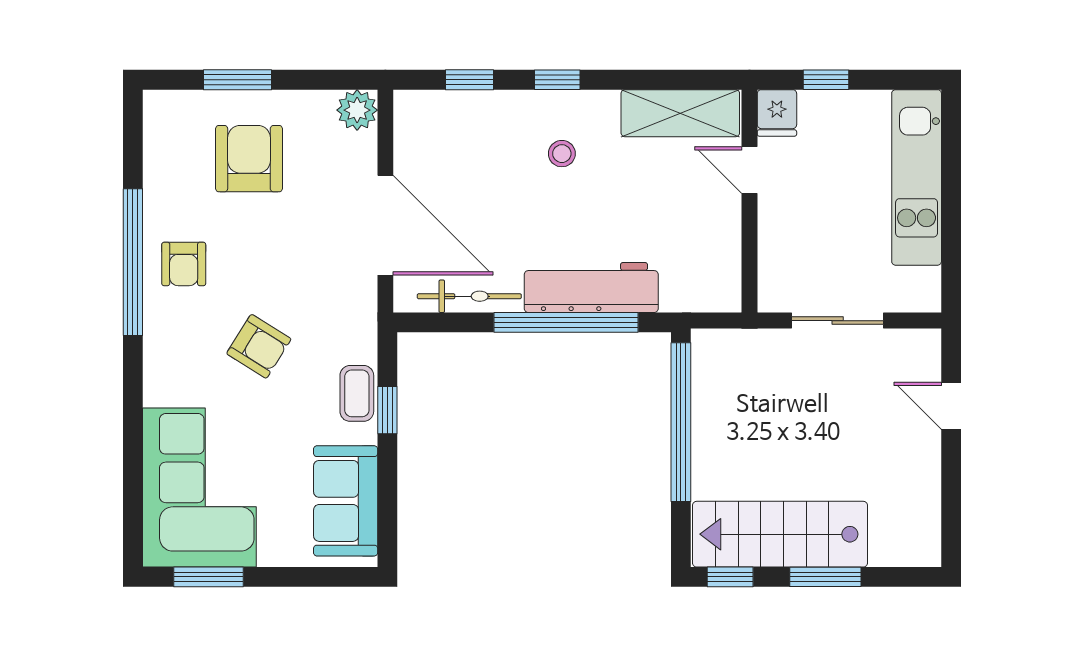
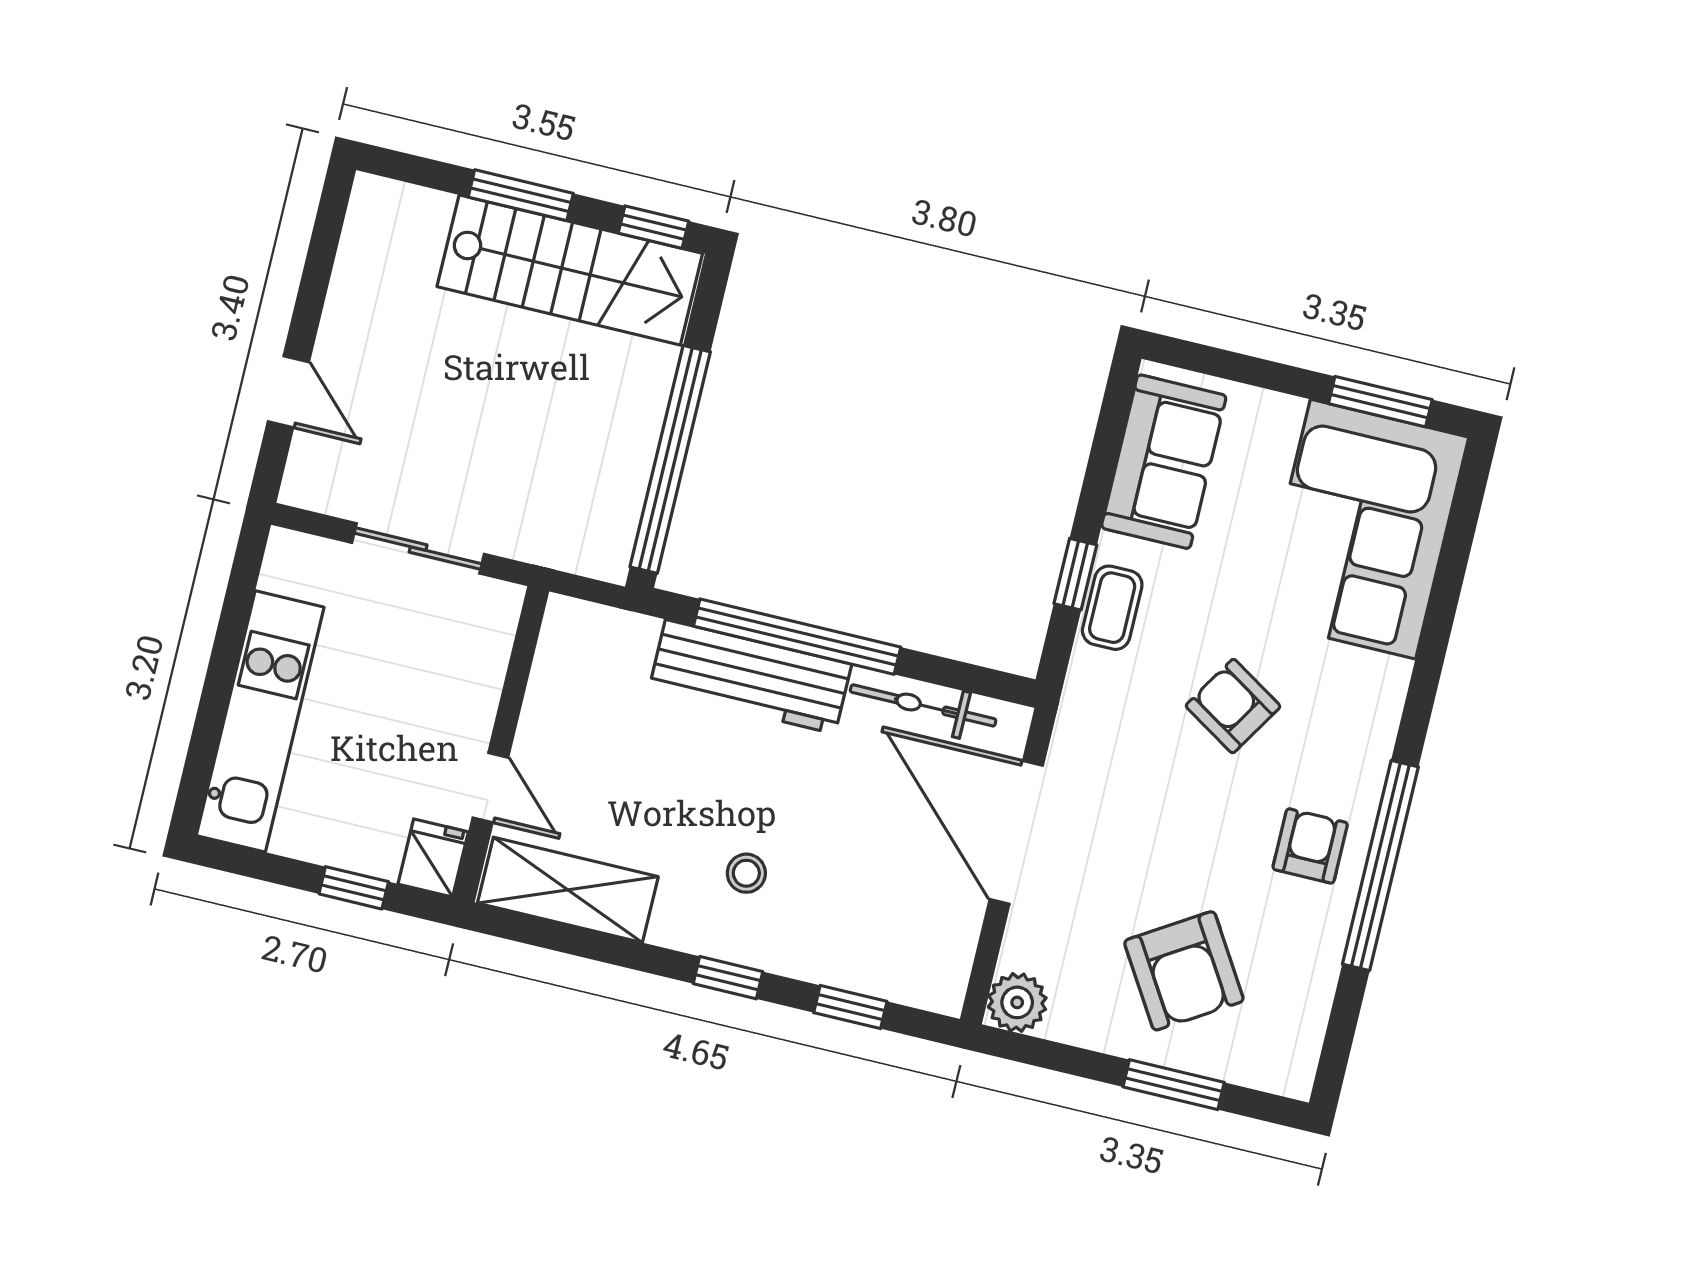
armchair: (249, 159) -> (1184, 971), turned -32

